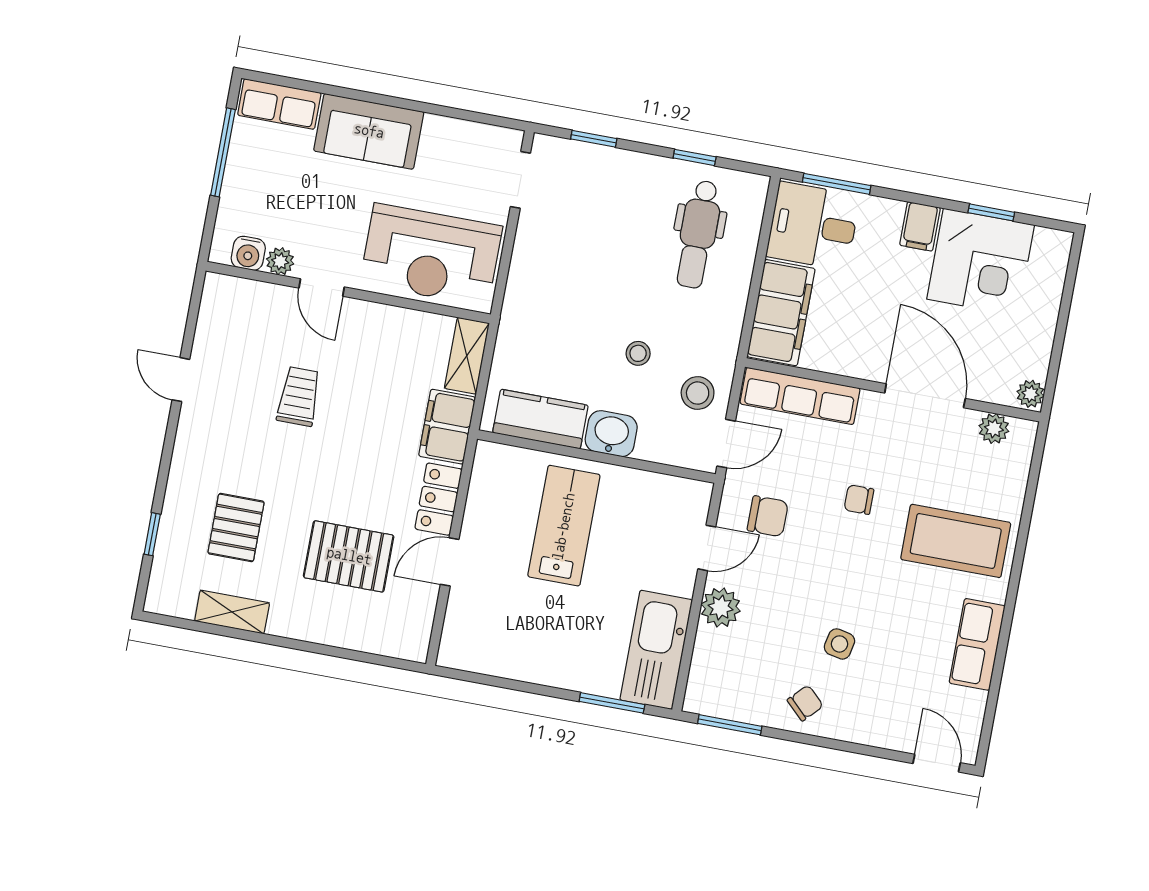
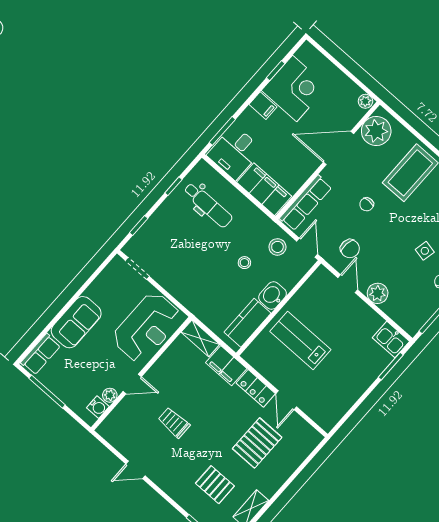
plant: (994, 428) -> (376, 131), width x1.88, depth x1.88
chair: (768, 516) -> (350, 249), turned 96
kitchen sink: (656, 650) -> (391, 340), width x0.53, depth x0.81

